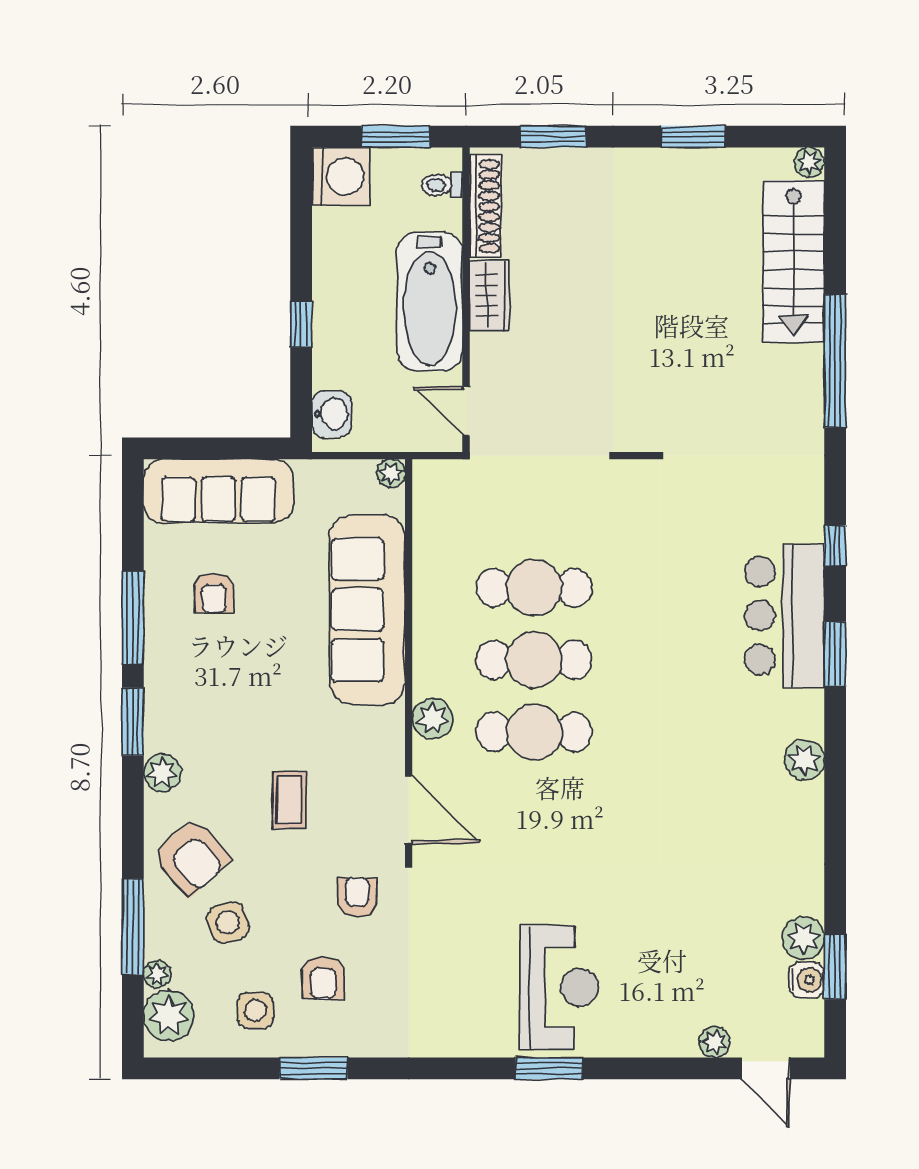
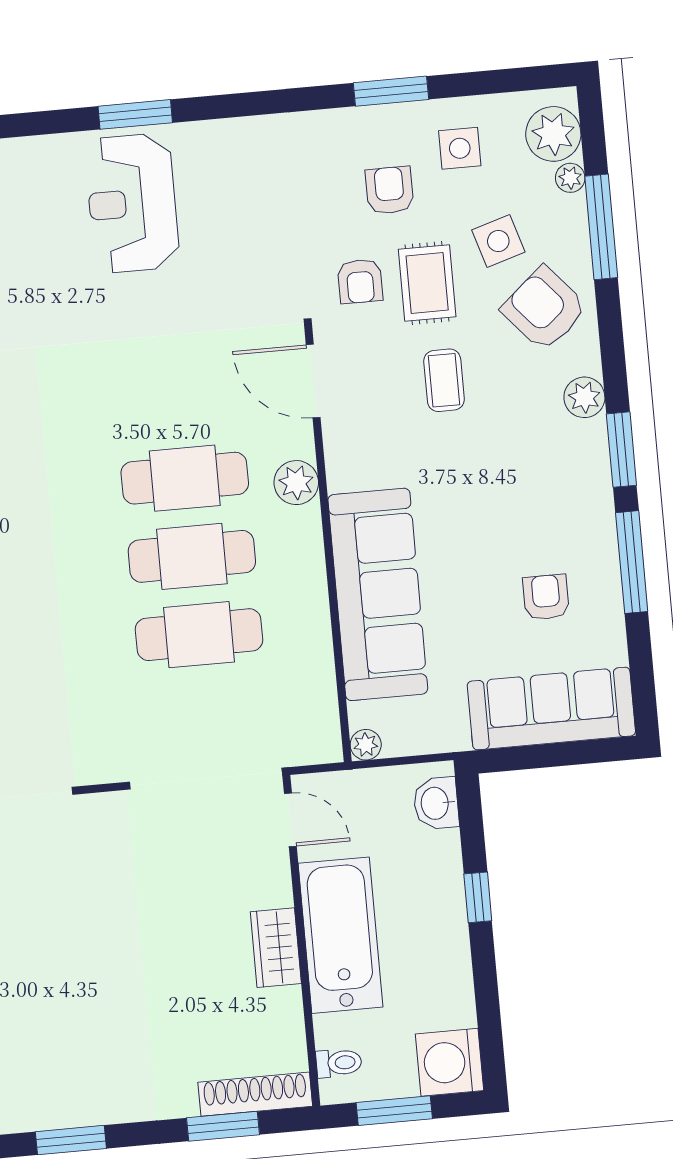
shoe rack: (485, 206) -> (255, 1094), moved, turned 90
rug: (296, 890) -> (427, 283), added

